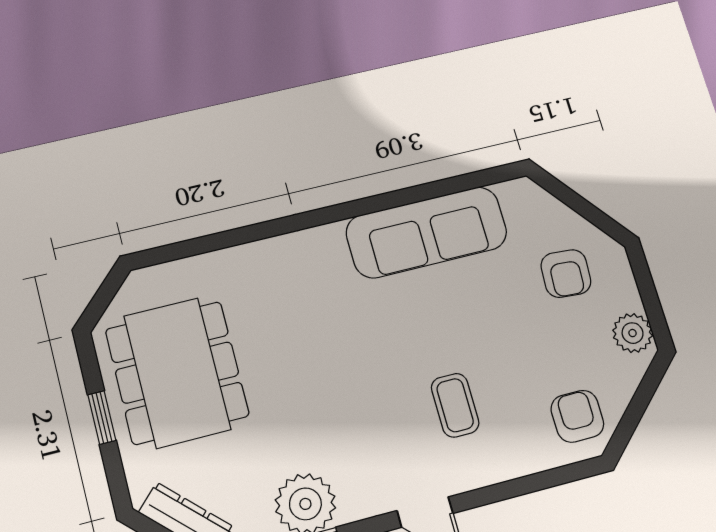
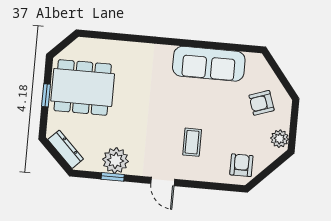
armchair: (566, 274) -> (262, 103), turned 67
dining table: (177, 373) -> (83, 87), turned 90

